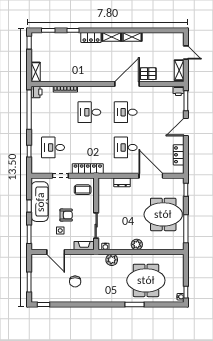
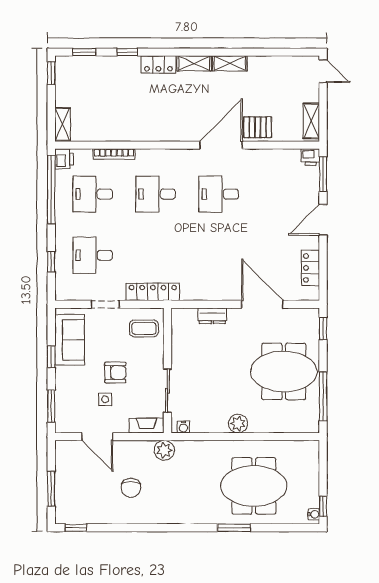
door: (186, 52) -> (323, 71), moved
desk: (126, 147) -> (93, 194), moved
sofa: (40, 202) -> (70, 340), width x0.73
plant: (112, 260) -> (164, 450), moved

